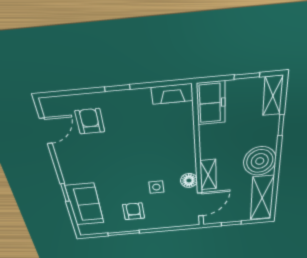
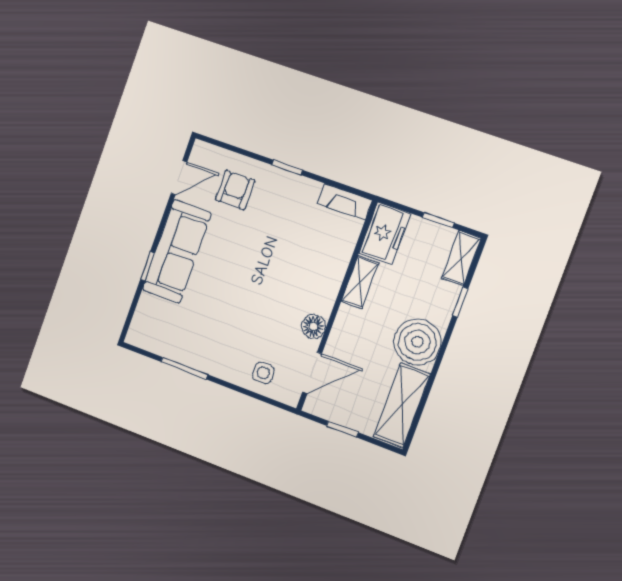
shelving: (208, 175) -> (360, 282), moved
side table: (156, 187) -> (263, 373), moved
sofa: (85, 204) -> (177, 251), moved, width x1.36
armchair: (134, 211) -> (217, 339), removed

